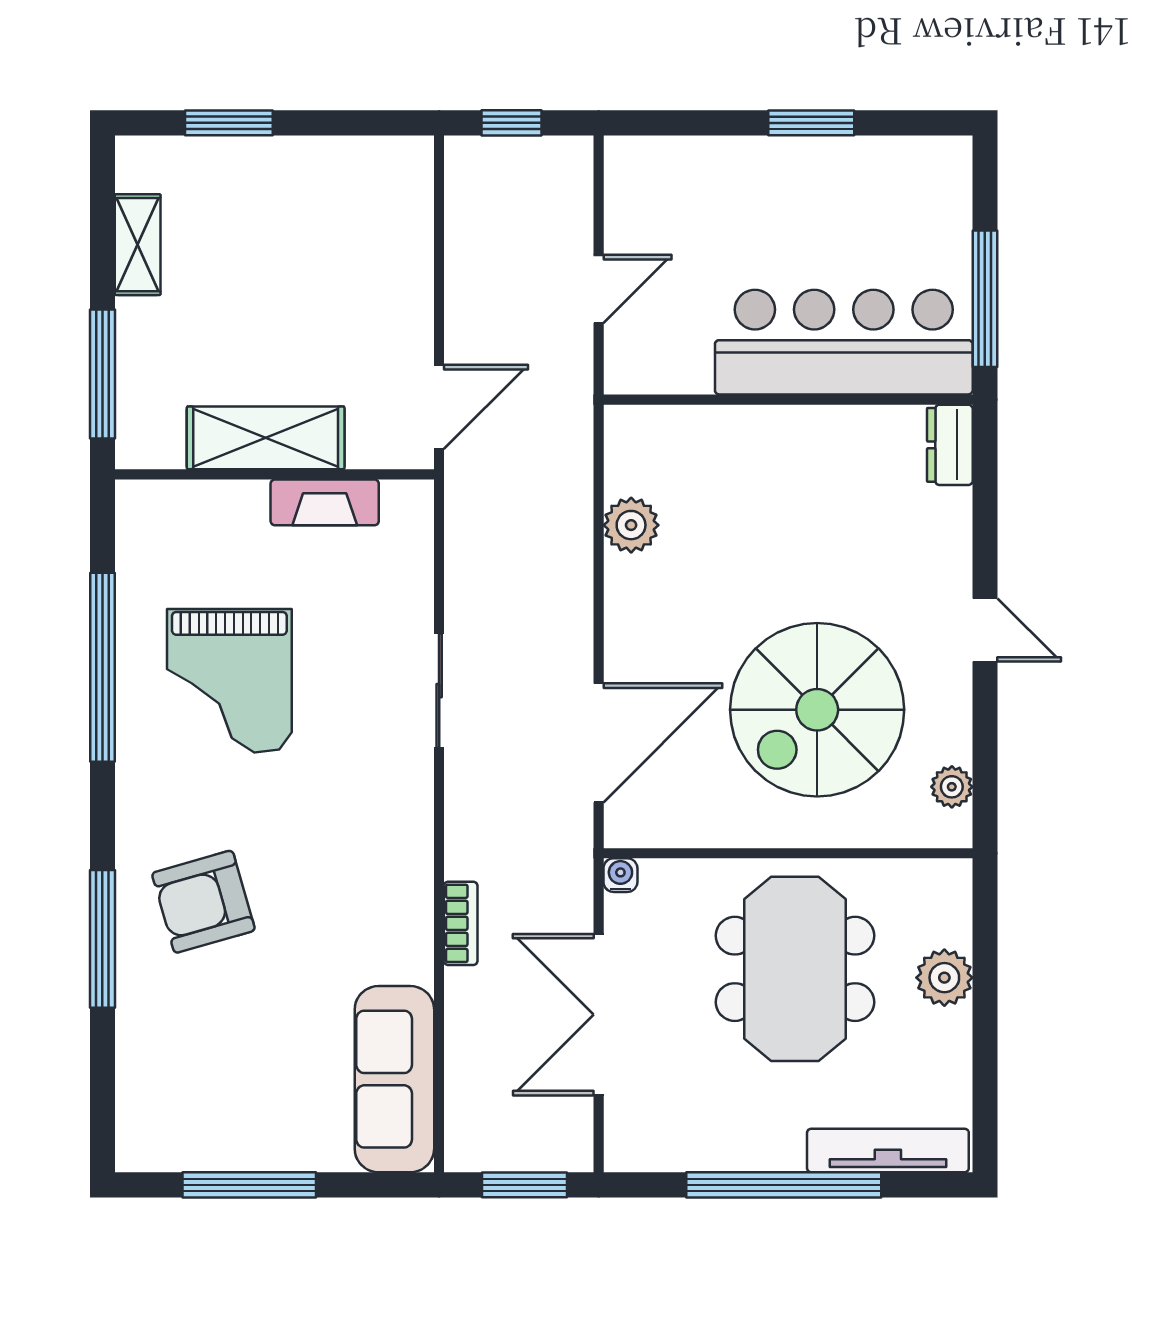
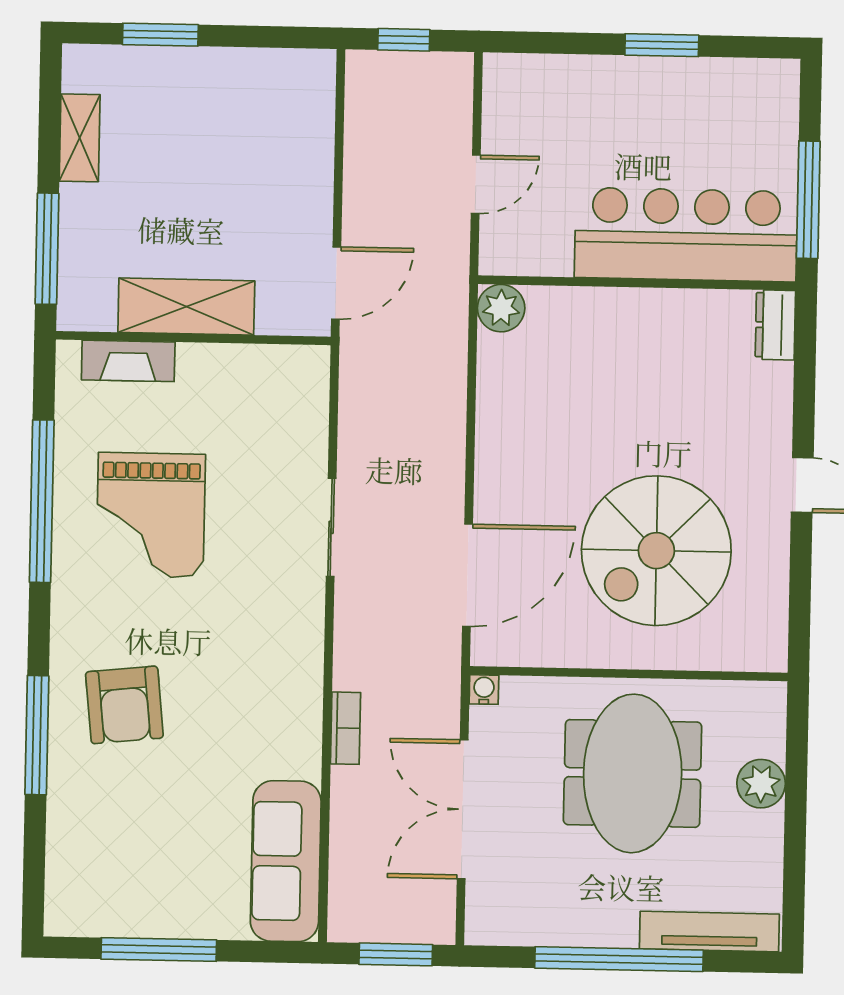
fireplace: (325, 502) -> (128, 361), moved
plant: (631, 525) -> (501, 308), moved
plant: (952, 787) -> (771, 619), removed
armchair: (203, 902) -> (124, 705), turned -80

